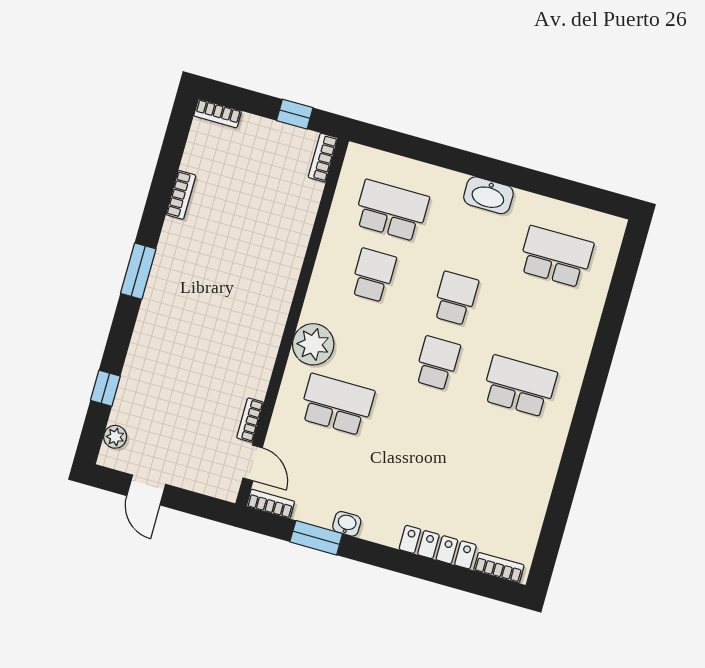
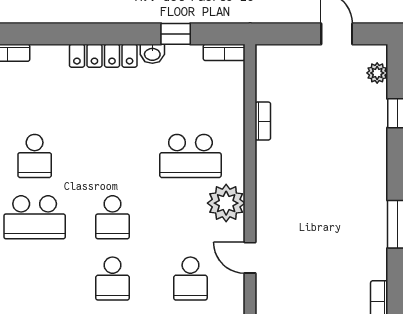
school desk: (501, 451) -> (35, 156), added
door: (253, 463) -> (250, 258), moved
window: (316, 538) -> (176, 34), width x0.67
locker: (438, 547) -> (103, 56), moved

